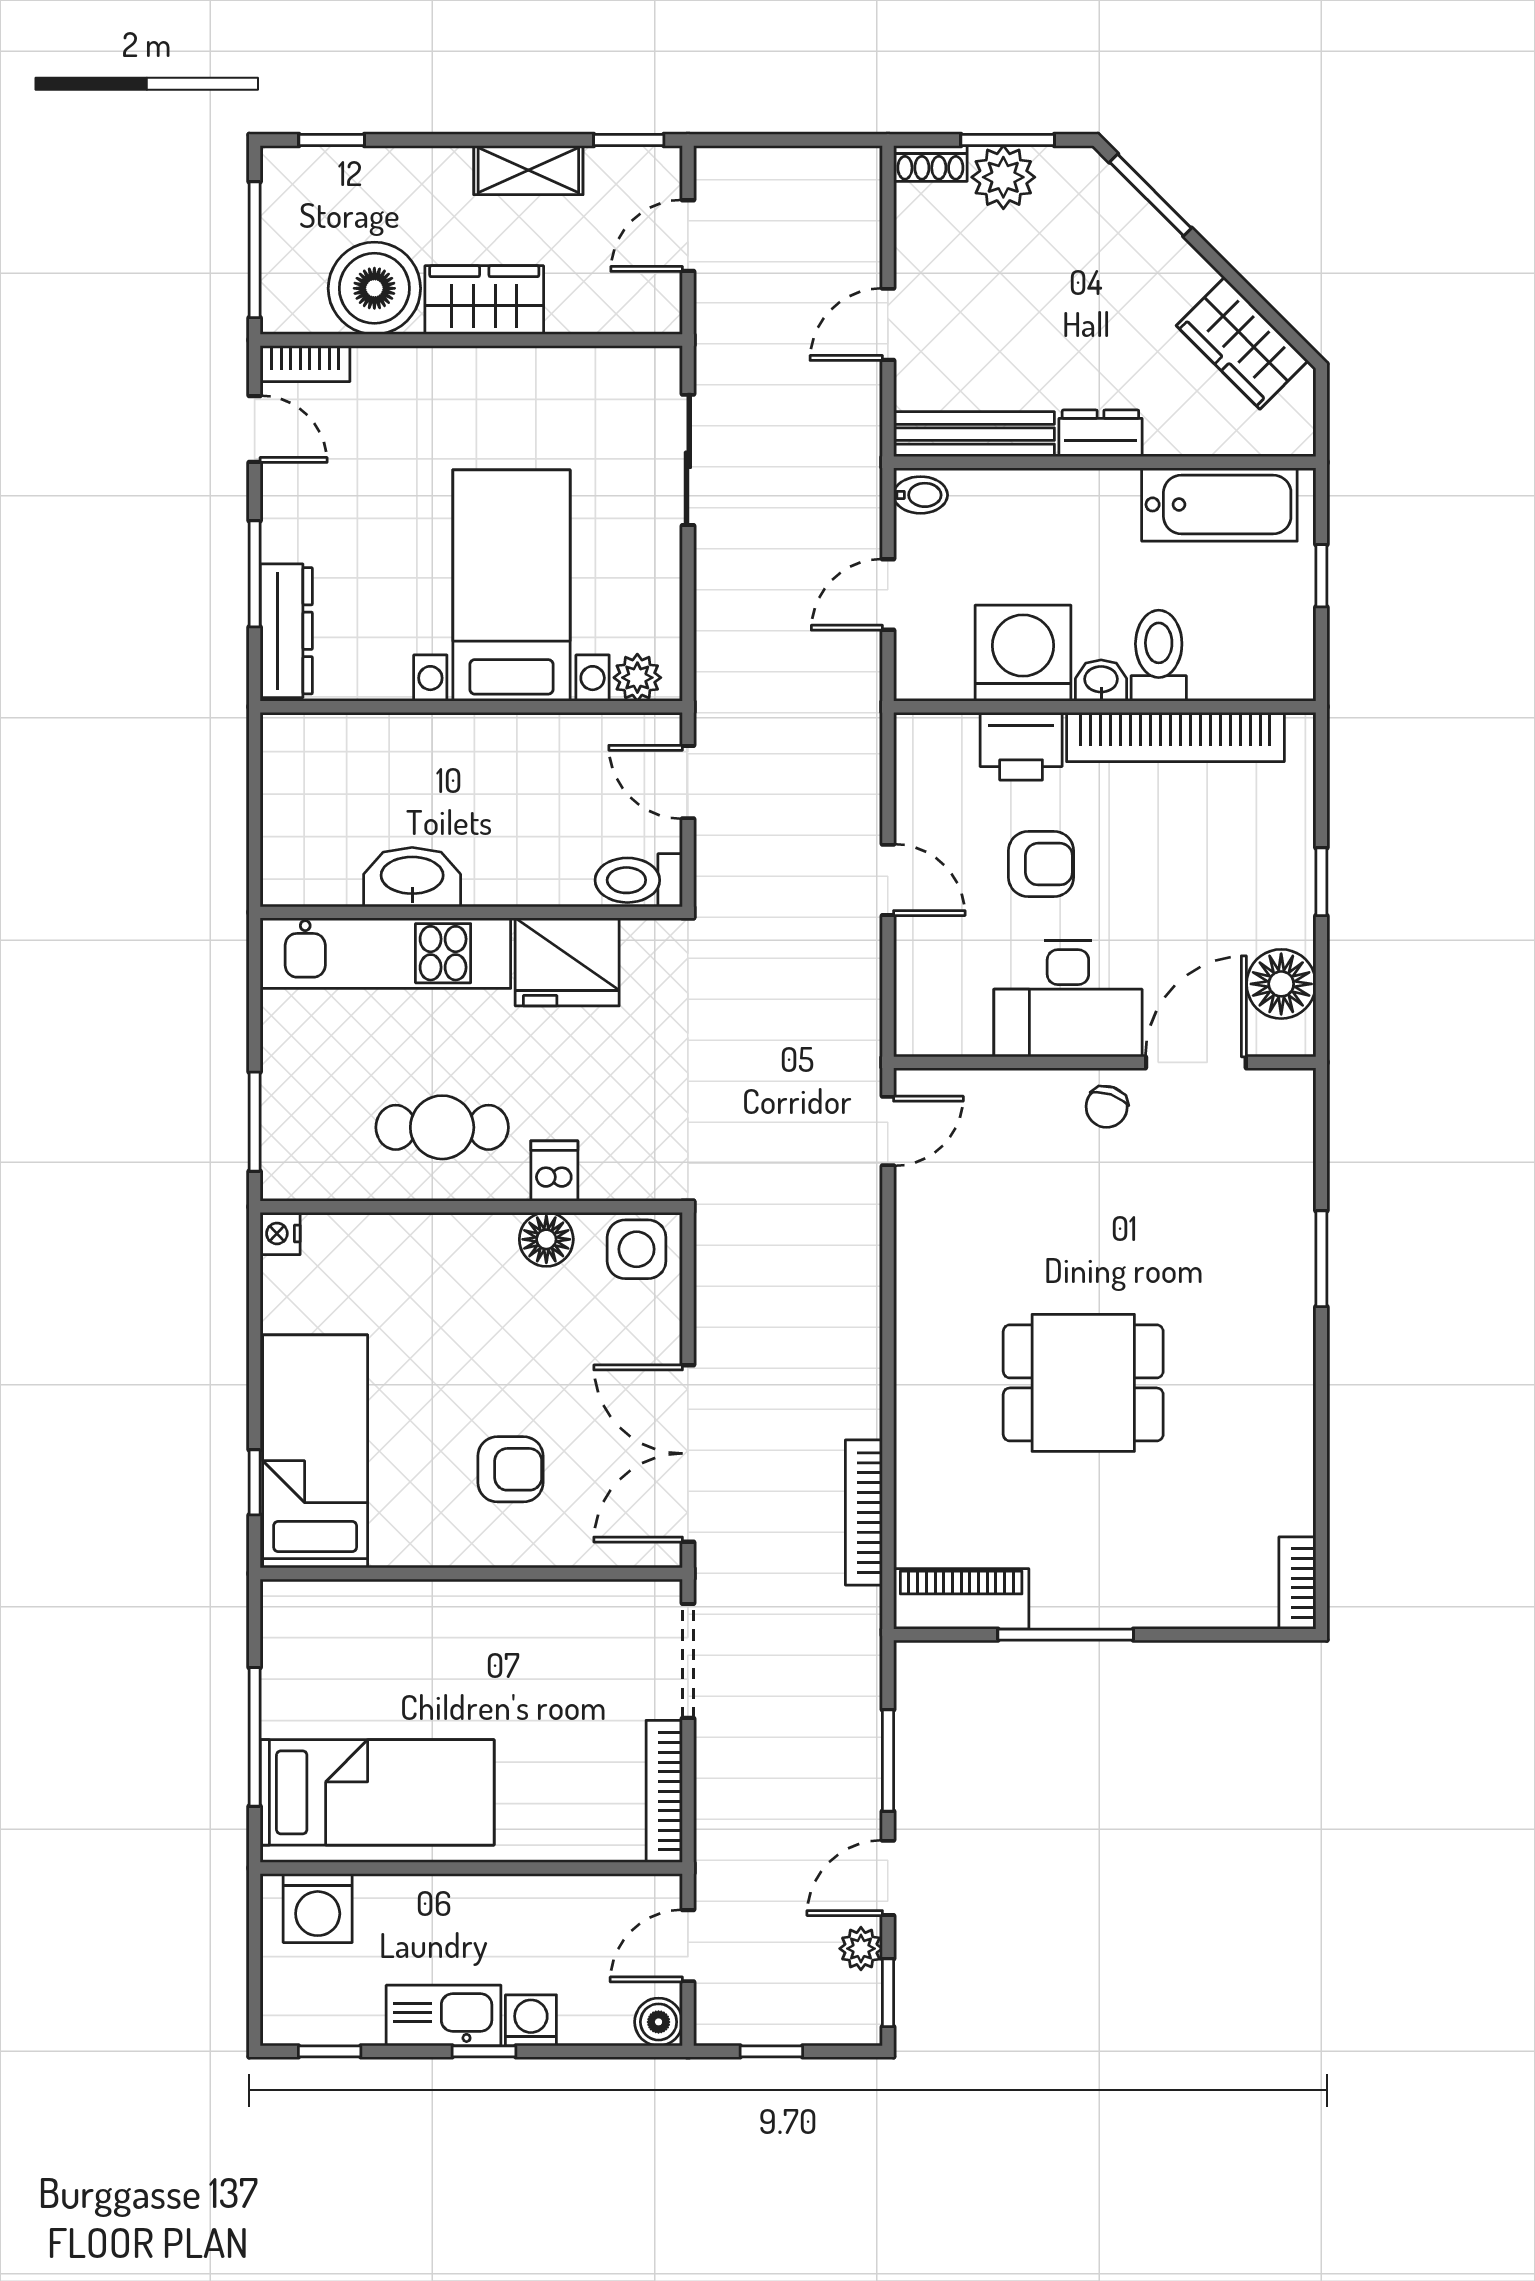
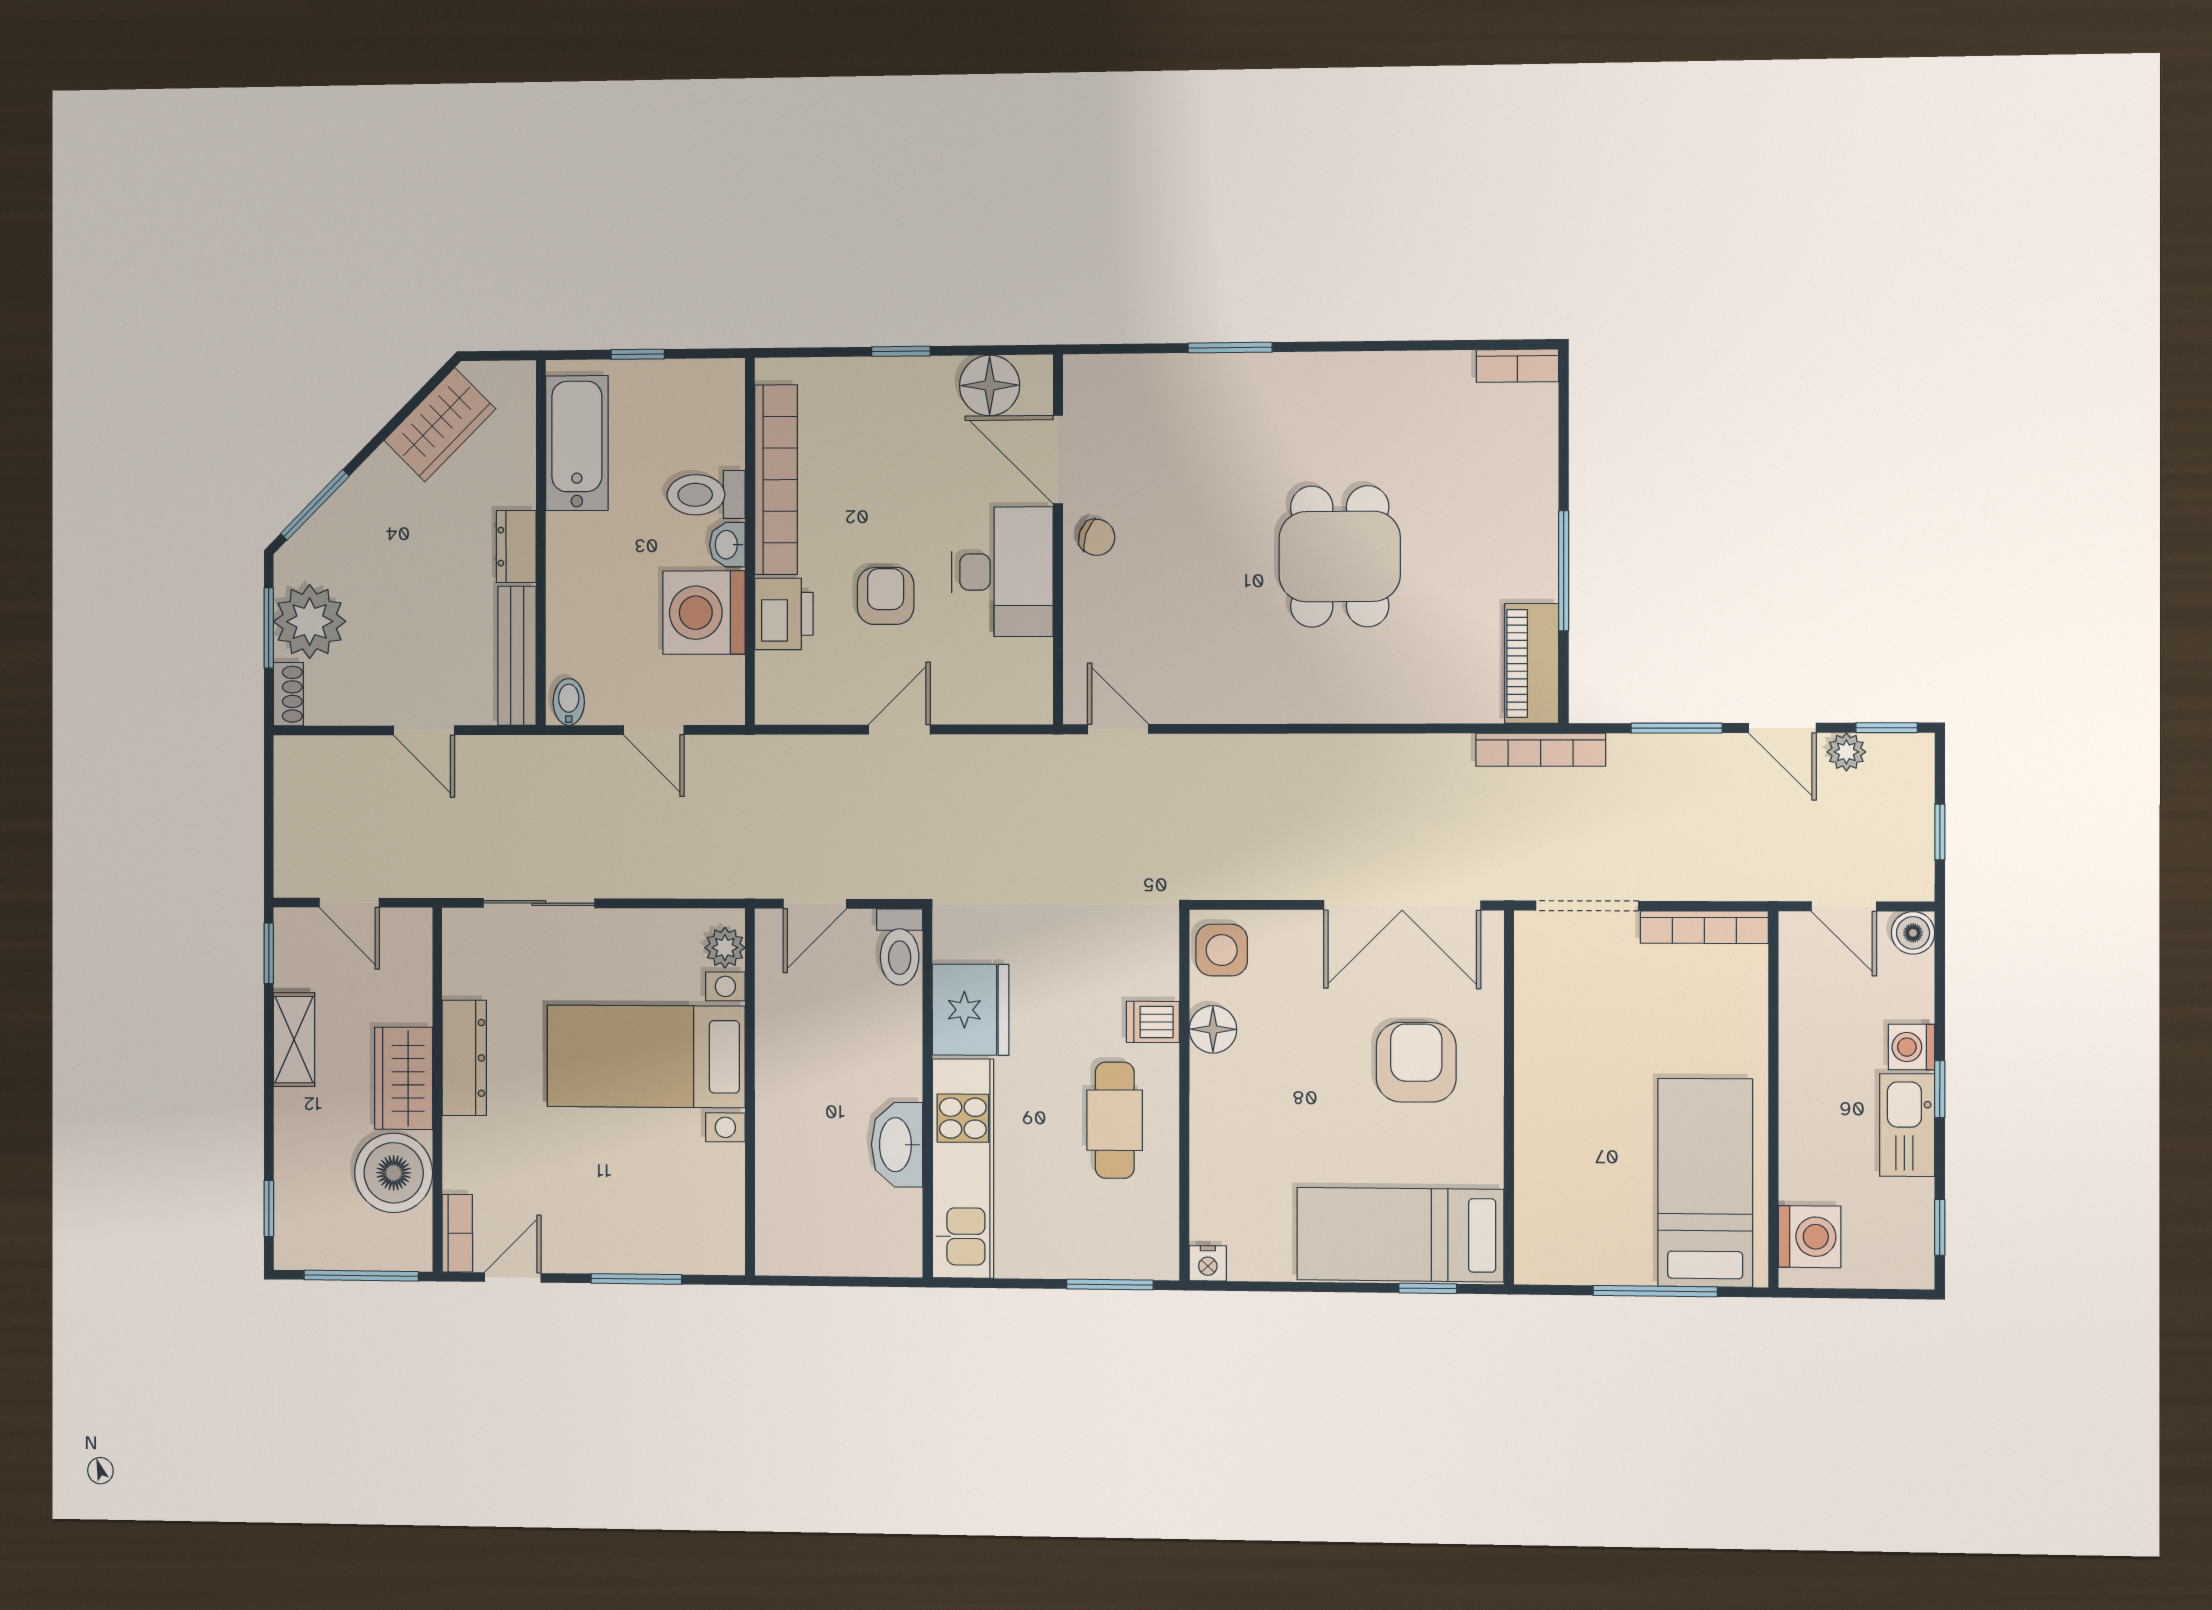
plant: (1003, 177) -> (310, 622), width x1.36, depth x1.36
dresser: (286, 631) -> (464, 1058), moved, turned 90
armchair: (510, 1469) -> (1416, 1062), width x1.38, depth x1.38
bookcase: (864, 1513) -> (1541, 750), moved

